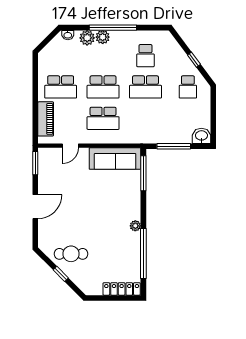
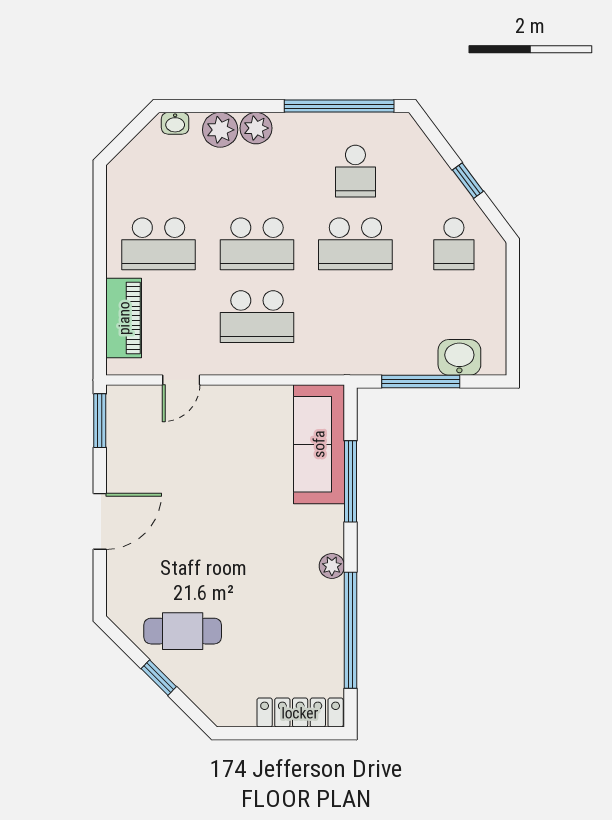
window: (113, 28) -> (339, 106), moved
washbasin: (201, 136) -> (459, 357), moved
sofa: (115, 159) -> (319, 444), moved, turned 90
window: (143, 173) -> (351, 481), moved

